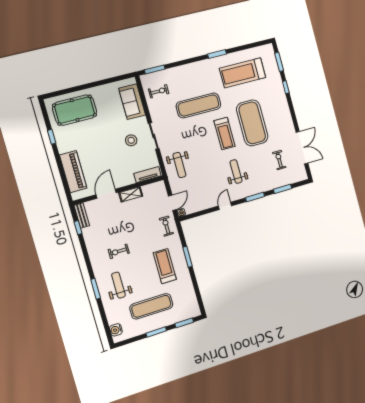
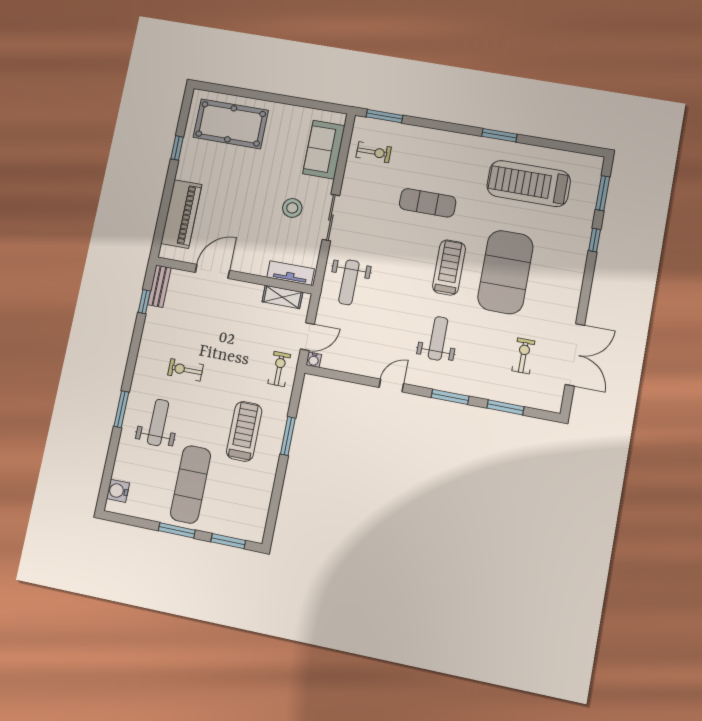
exercise mat: (198, 105) -> (428, 203), width x0.73, depth x0.69
treadmill: (225, 134) -> (449, 268), turned 180
shelving: (131, 194) -> (282, 297), moved
exercise mat: (151, 306) -> (191, 484), turned 90

